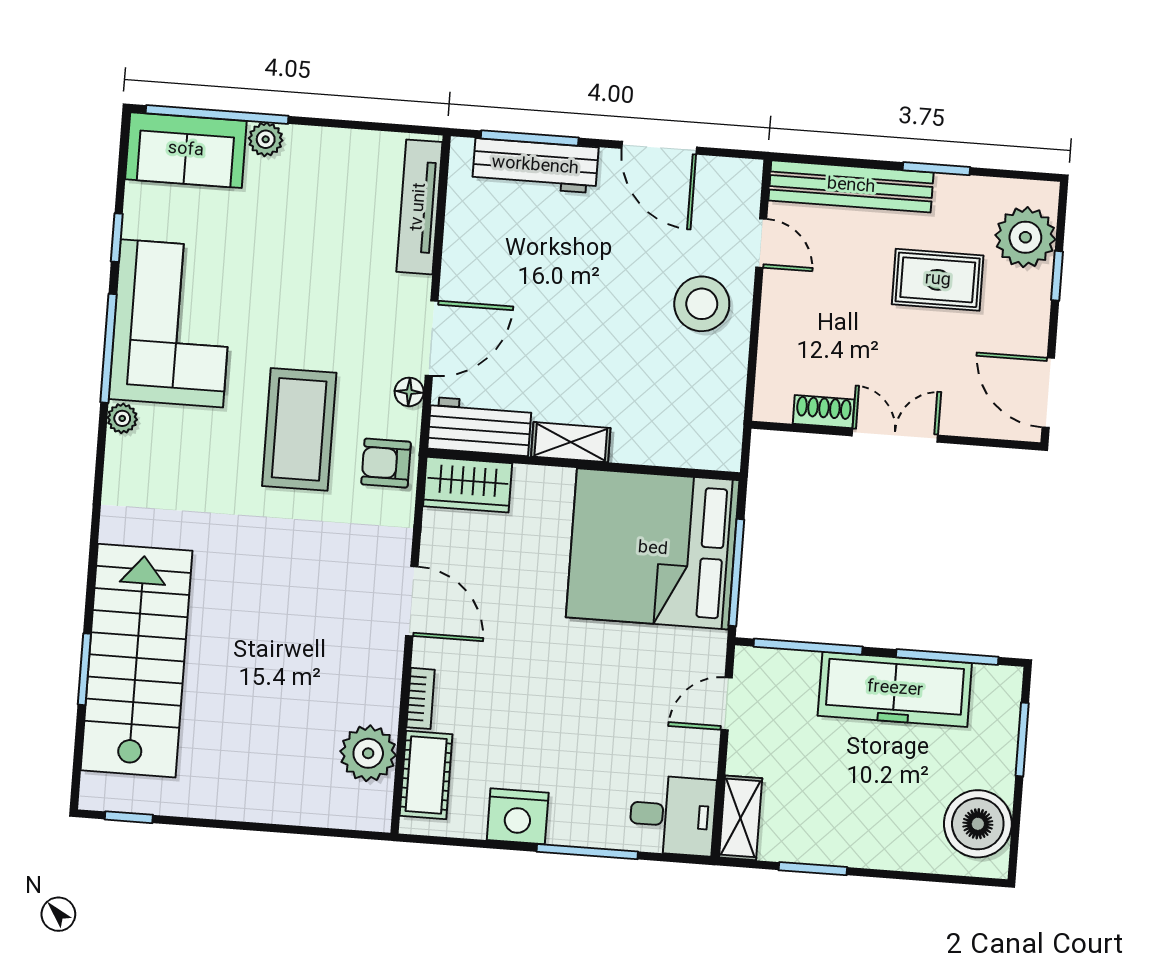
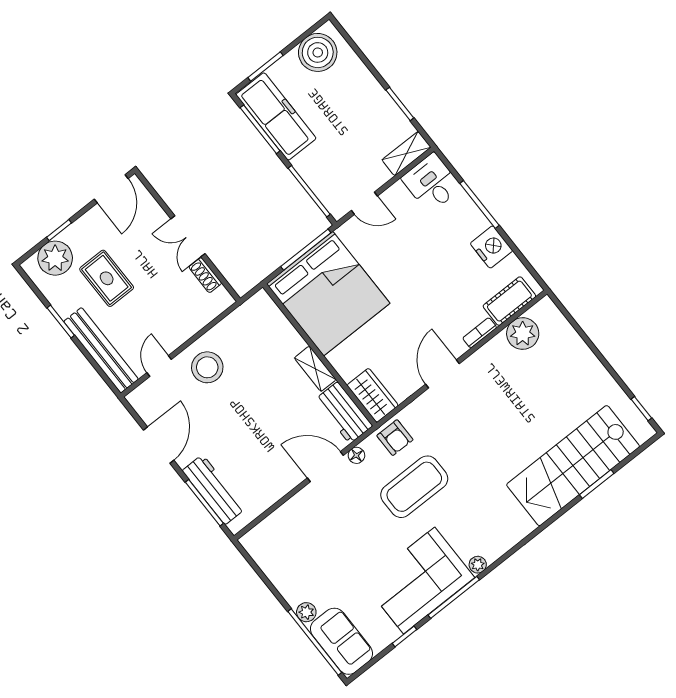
tv unit: (419, 207) -> (275, 522), removed
freezer: (895, 689) -> (276, 116), moved

